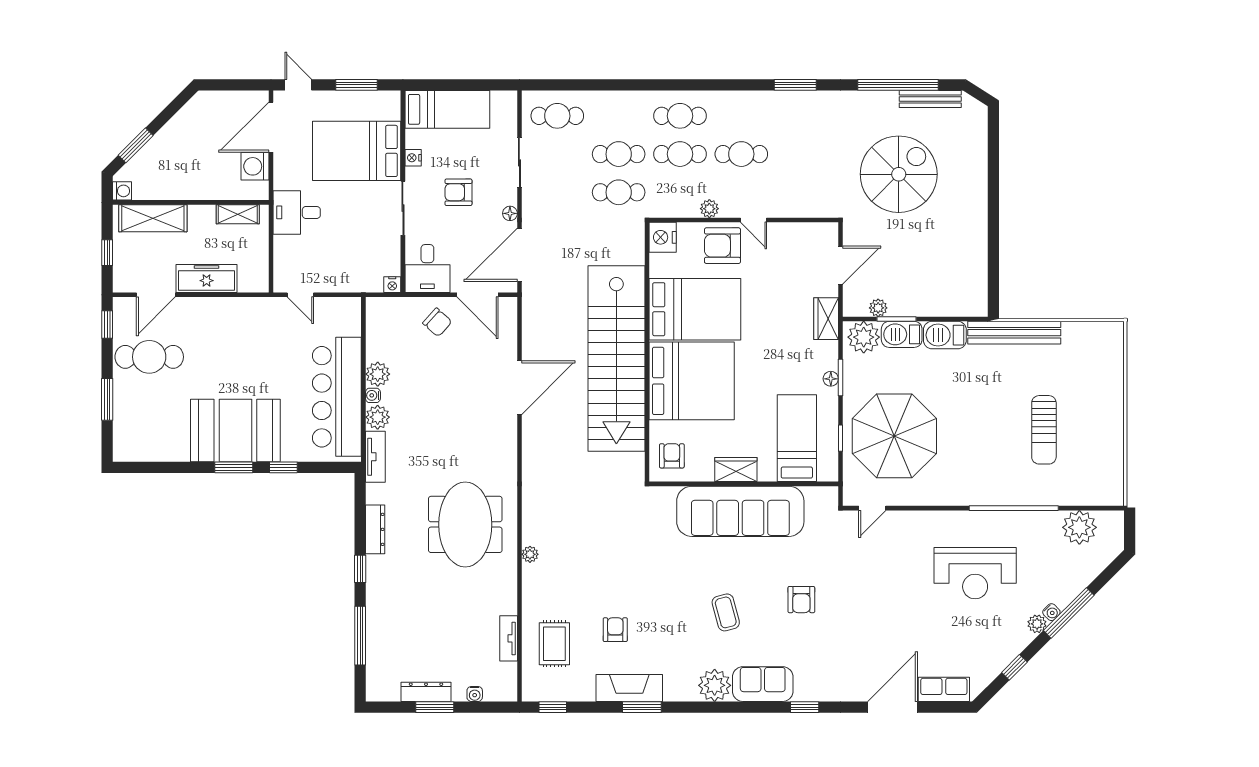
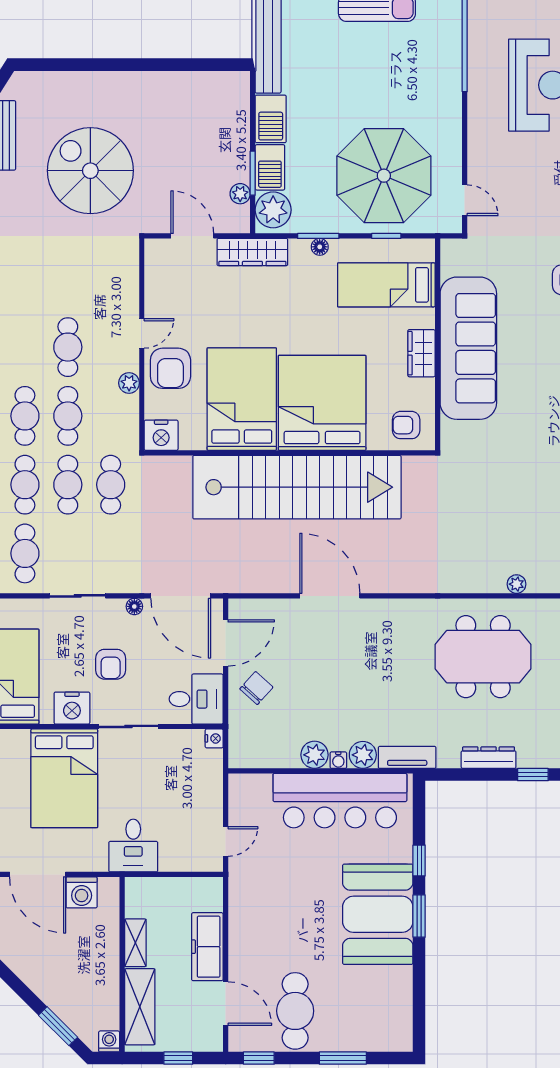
cafe table: (619, 116) -> (25, 485), added
nightstand: (413, 158) -> (72, 708), width x1.89, depth x1.79
shelving: (238, 214) -> (135, 943), moved
wardrobe: (826, 319) -> (252, 252), width x1.50

